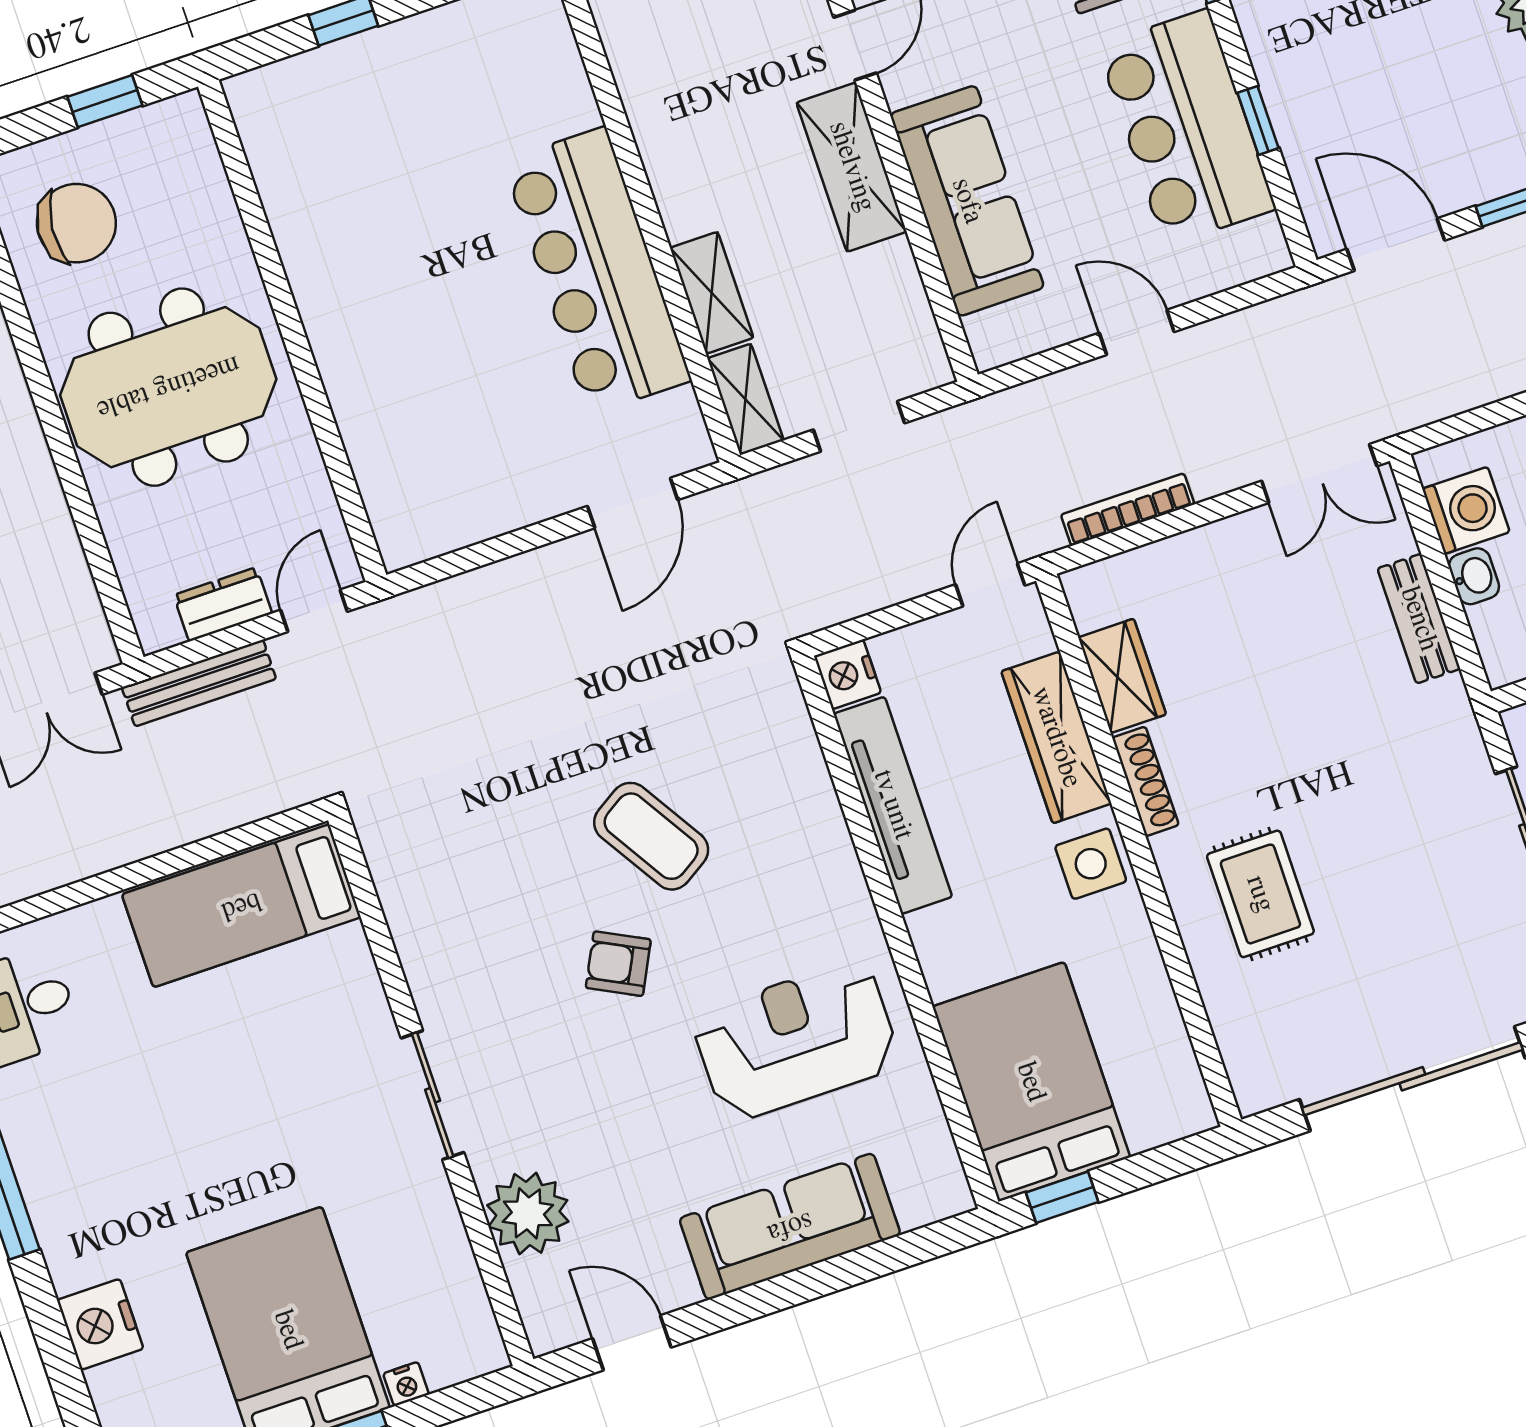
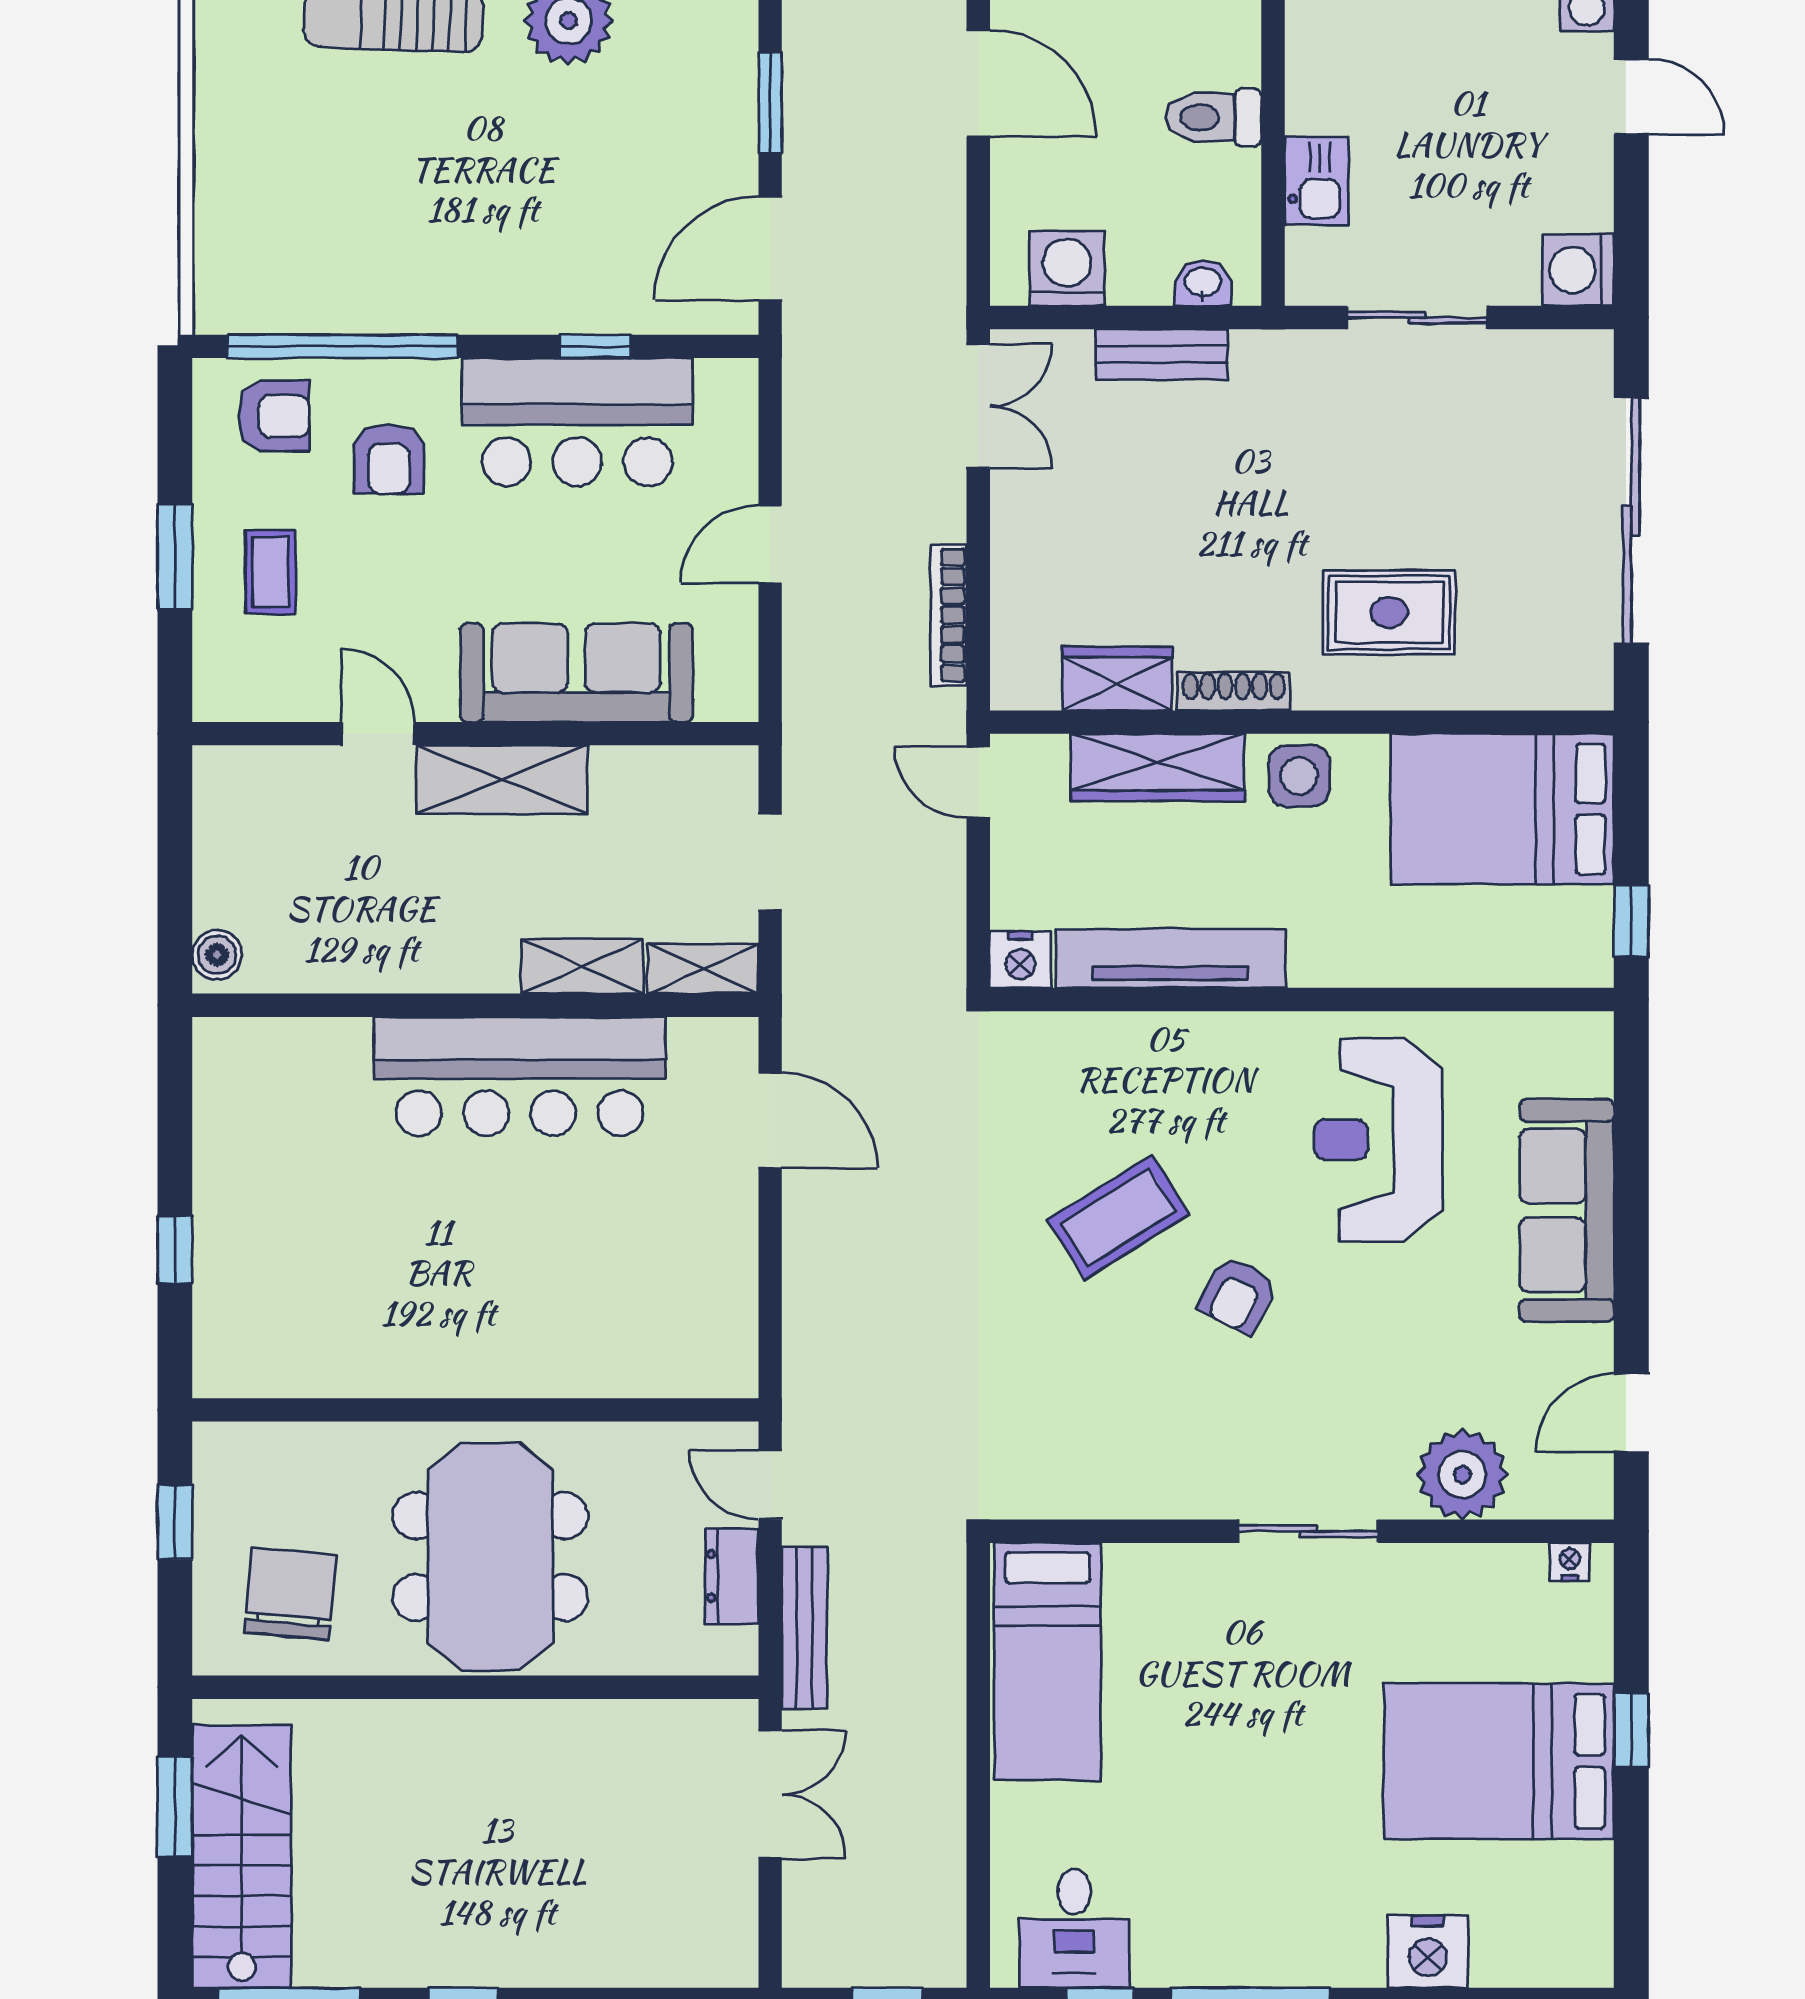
washbasin: (1474, 576) -> (1203, 283), moved
bed: (1031, 1082) -> (1502, 809), moved
nightstand: (406, 1384) -> (1570, 1562), moved, turned -90

